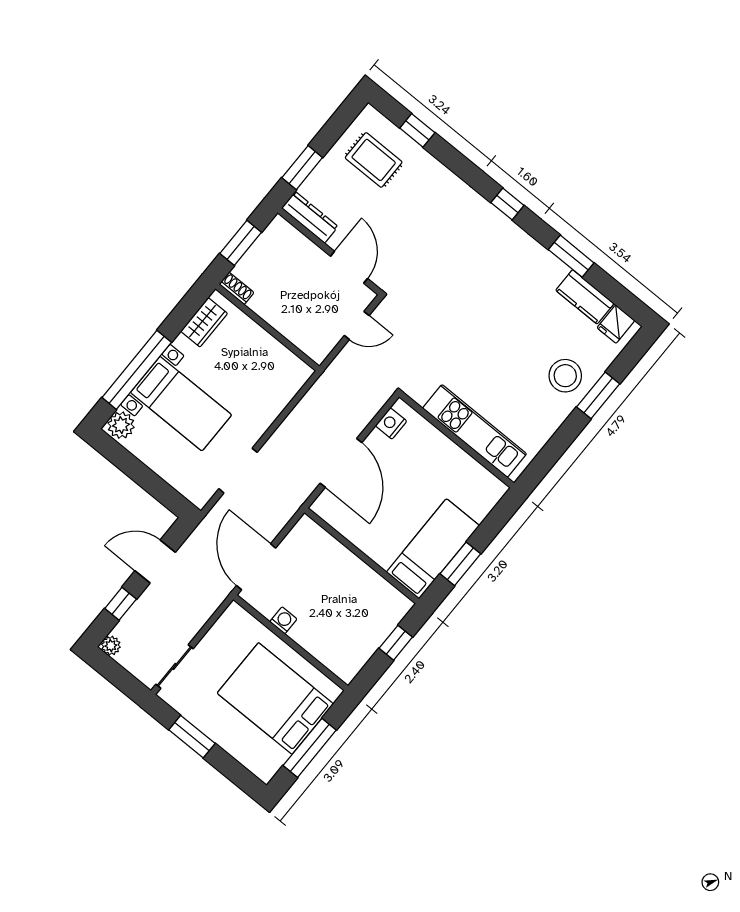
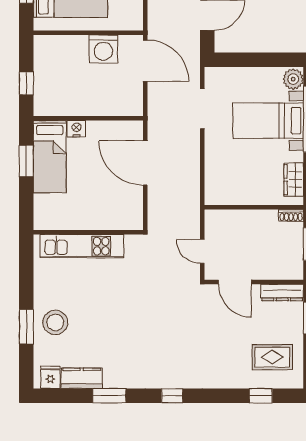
door: (357, 326) -> (202, 251), hinge flipped
nightstand: (391, 423) -> (77, 129), moved, turned -90
washing machine: (283, 620) -> (103, 49), width x1.89, depth x1.89

